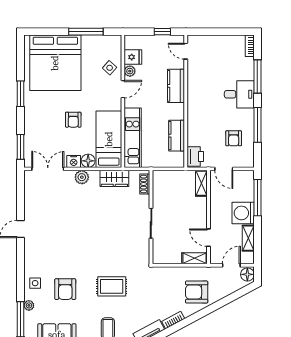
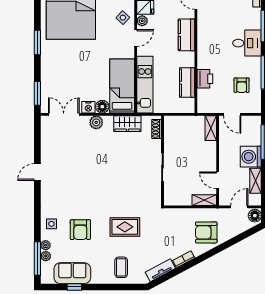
armchair: (73, 120) -> (88, 67), removed
printer: (195, 157) -> (205, 79), moved
plant: (29, 317) -> (46, 256), added

